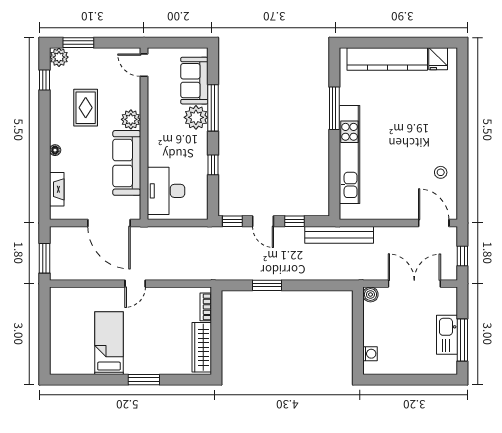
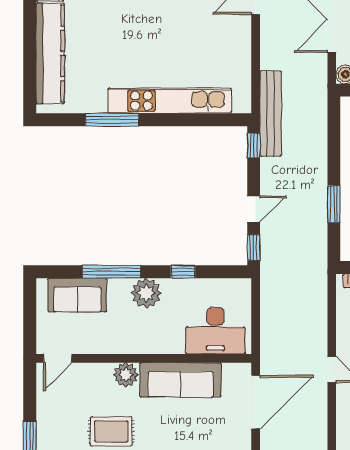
plant: (196, 117) -> (146, 293), moved
window: (295, 221) -> (254, 146), moved

